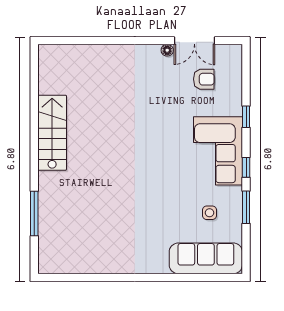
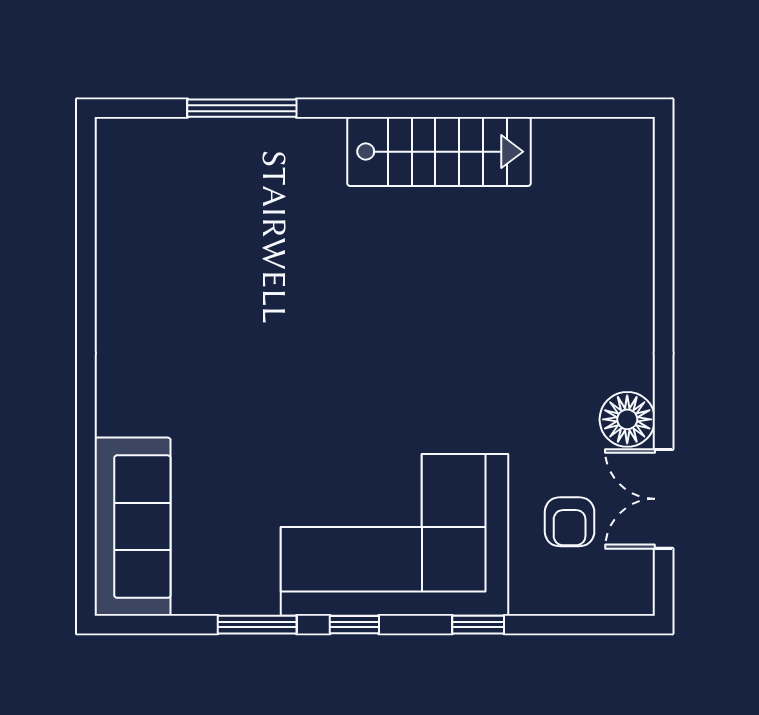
floor lamp: (167, 50) -> (627, 419), width x1.89, depth x1.89
corner sofa: (218, 151) -> (395, 535), width x1.36, depth x1.36
side table: (209, 213) -> (244, 535), removed

